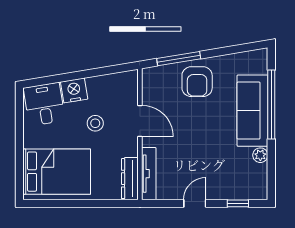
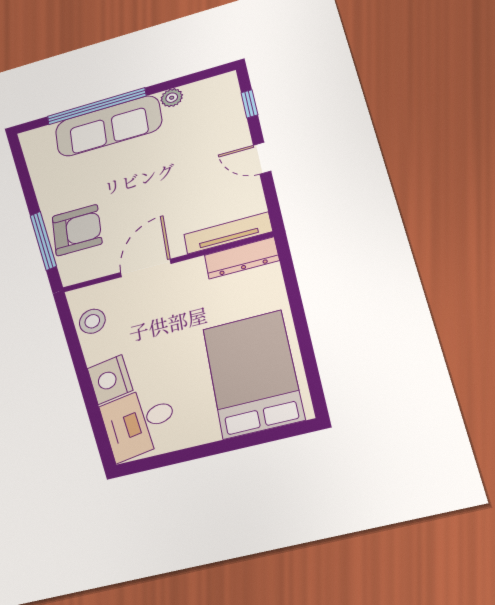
armchair: (197, 82) -> (77, 230), moved
stool: (95, 123) -> (92, 321), moved

